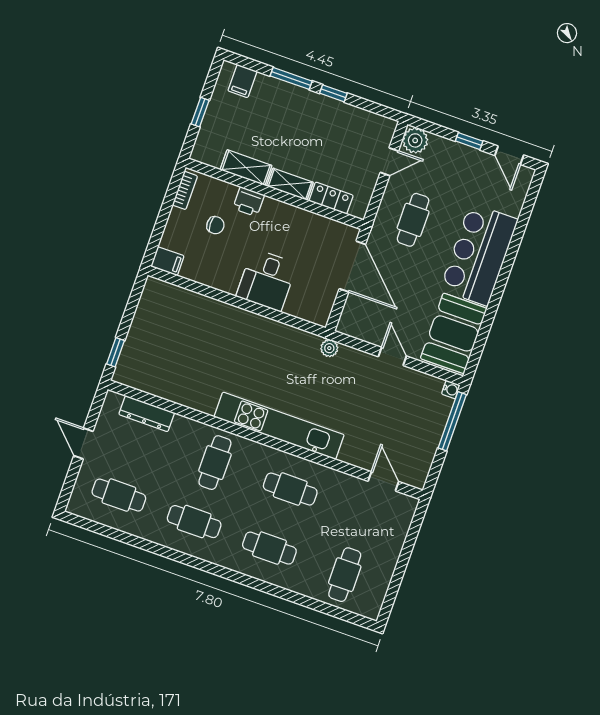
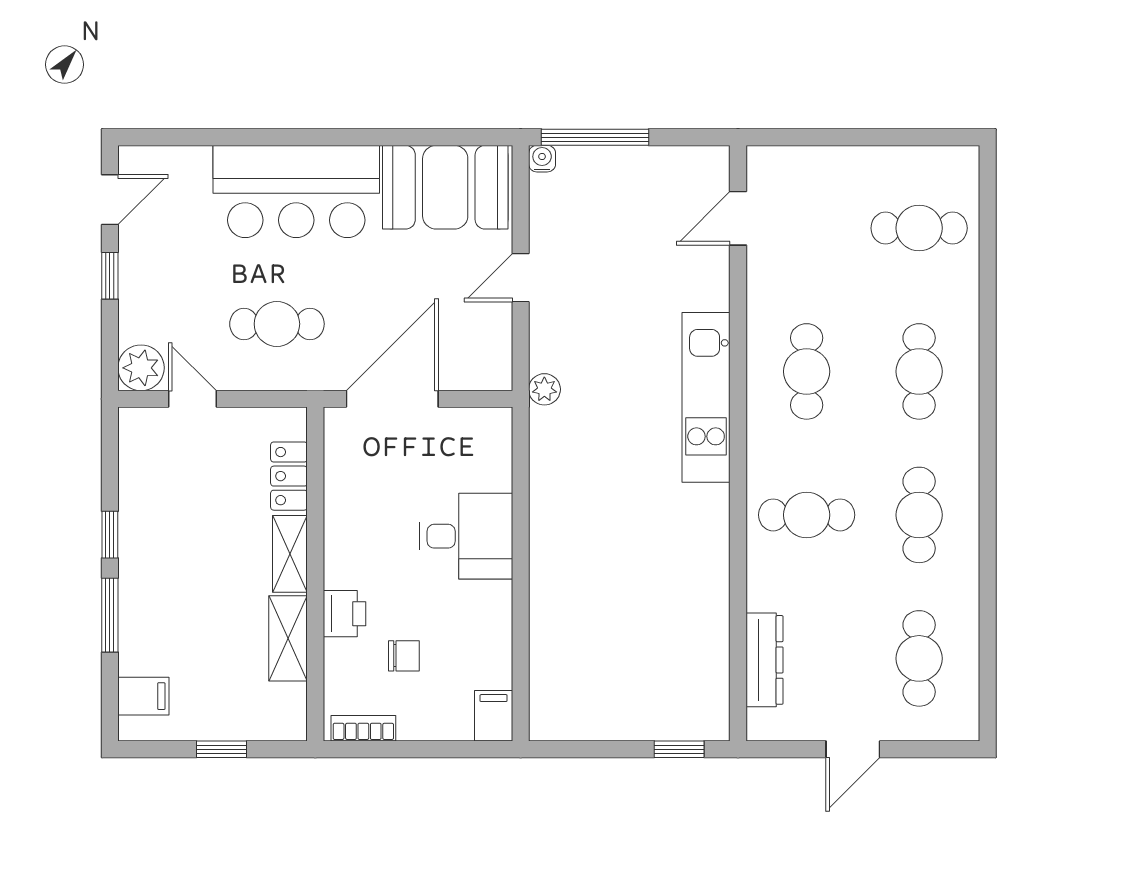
chair: (215, 225) -> (404, 656), turned 90
kitchen unit: (279, 426) -> (706, 397), width x0.73

